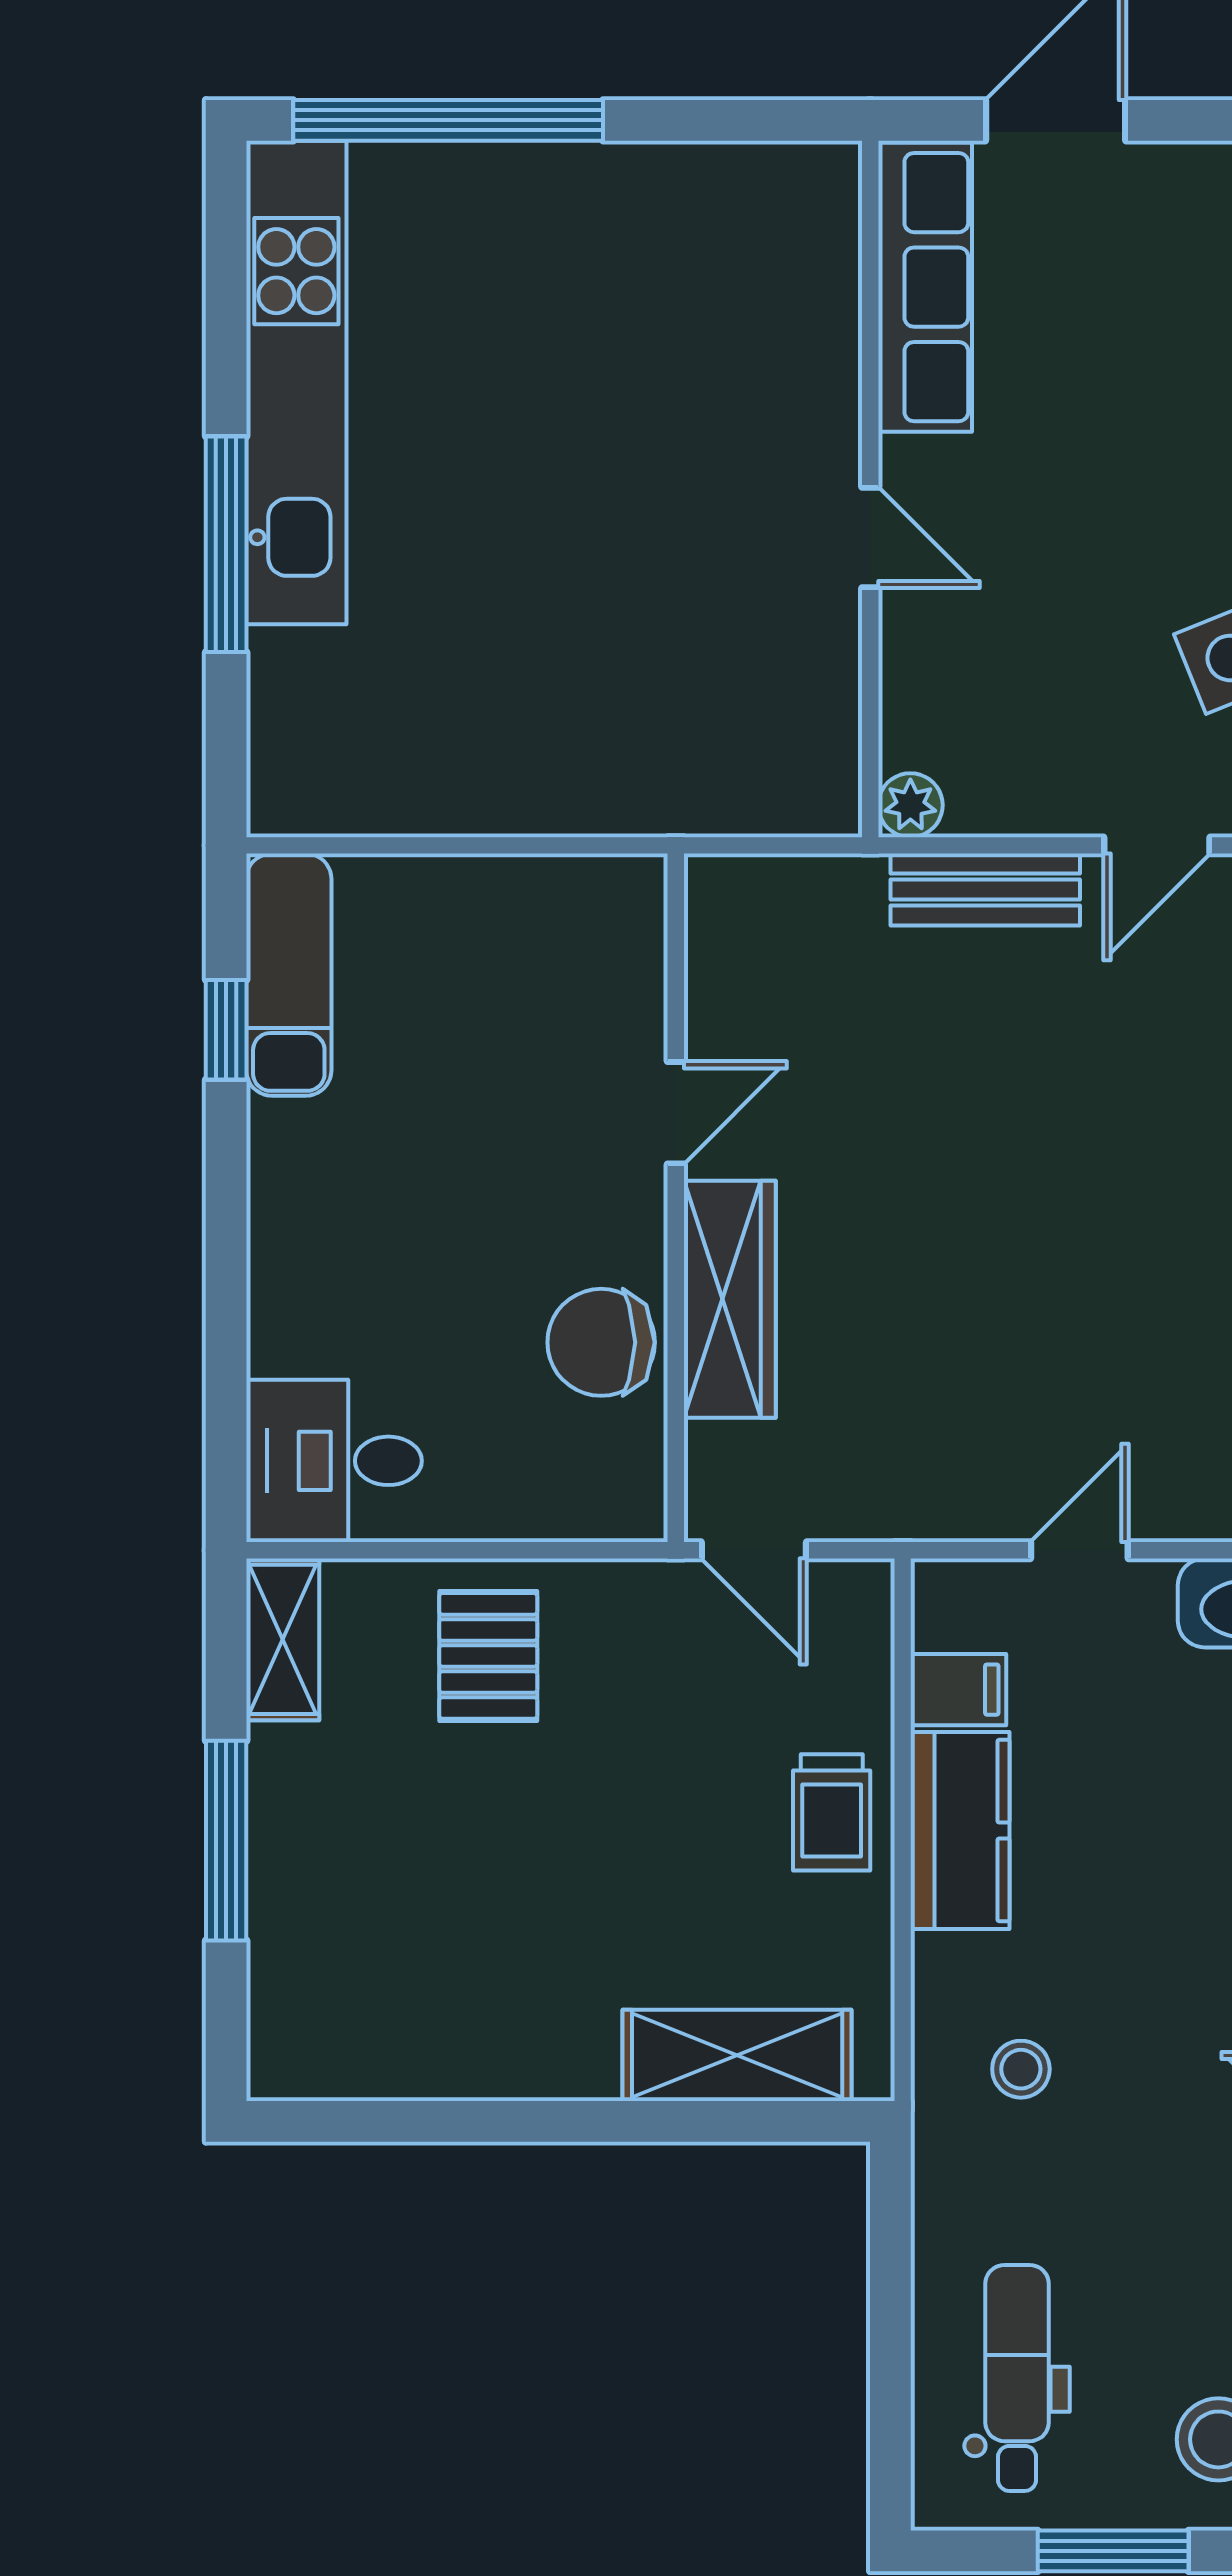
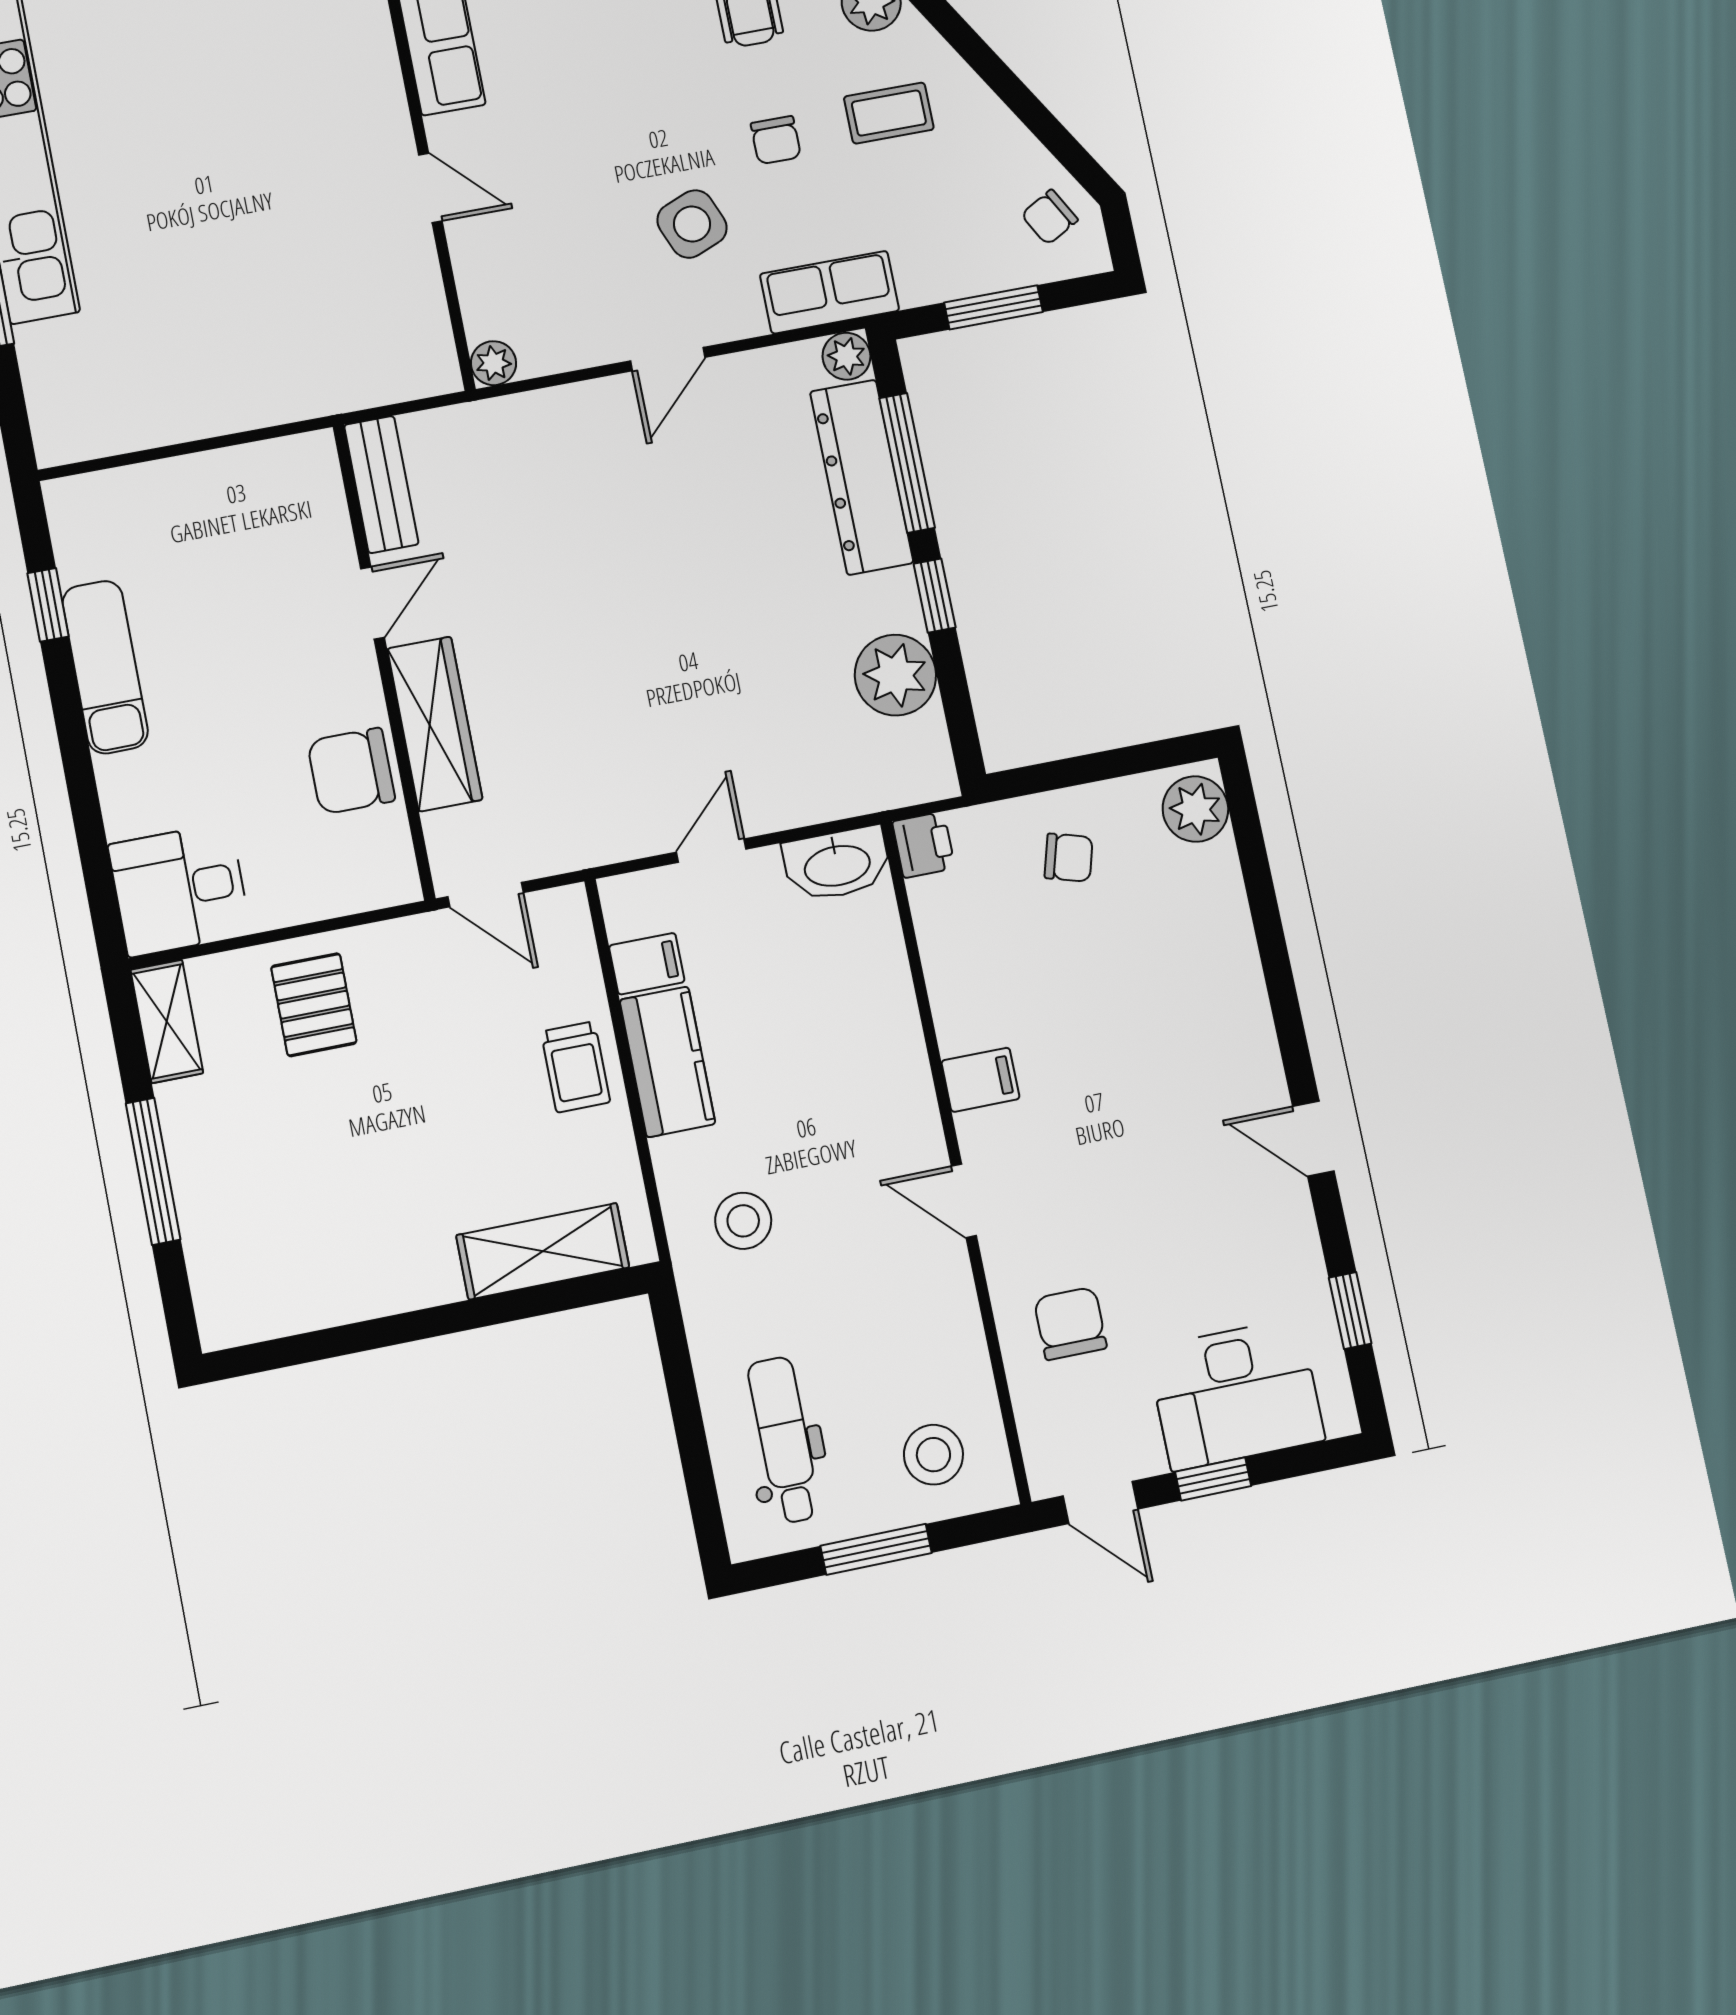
bench: (985, 890) -> (381, 485), moved, turned 90
exam couch: (289, 975) -> (105, 667), moved
stool: (1021, 2069) -> (743, 1221), width x1.37, depth x1.37

